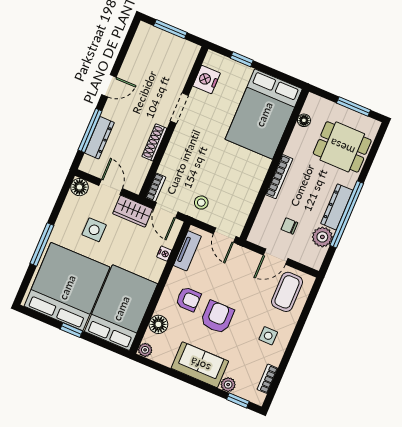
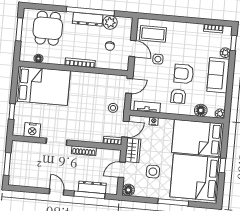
armchair: (188, 299) -> (178, 96), turned 180
side table: (268, 336) -> (158, 59), moved

